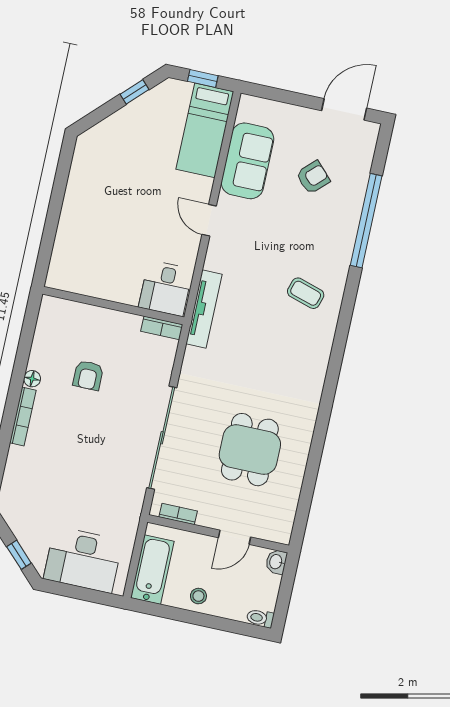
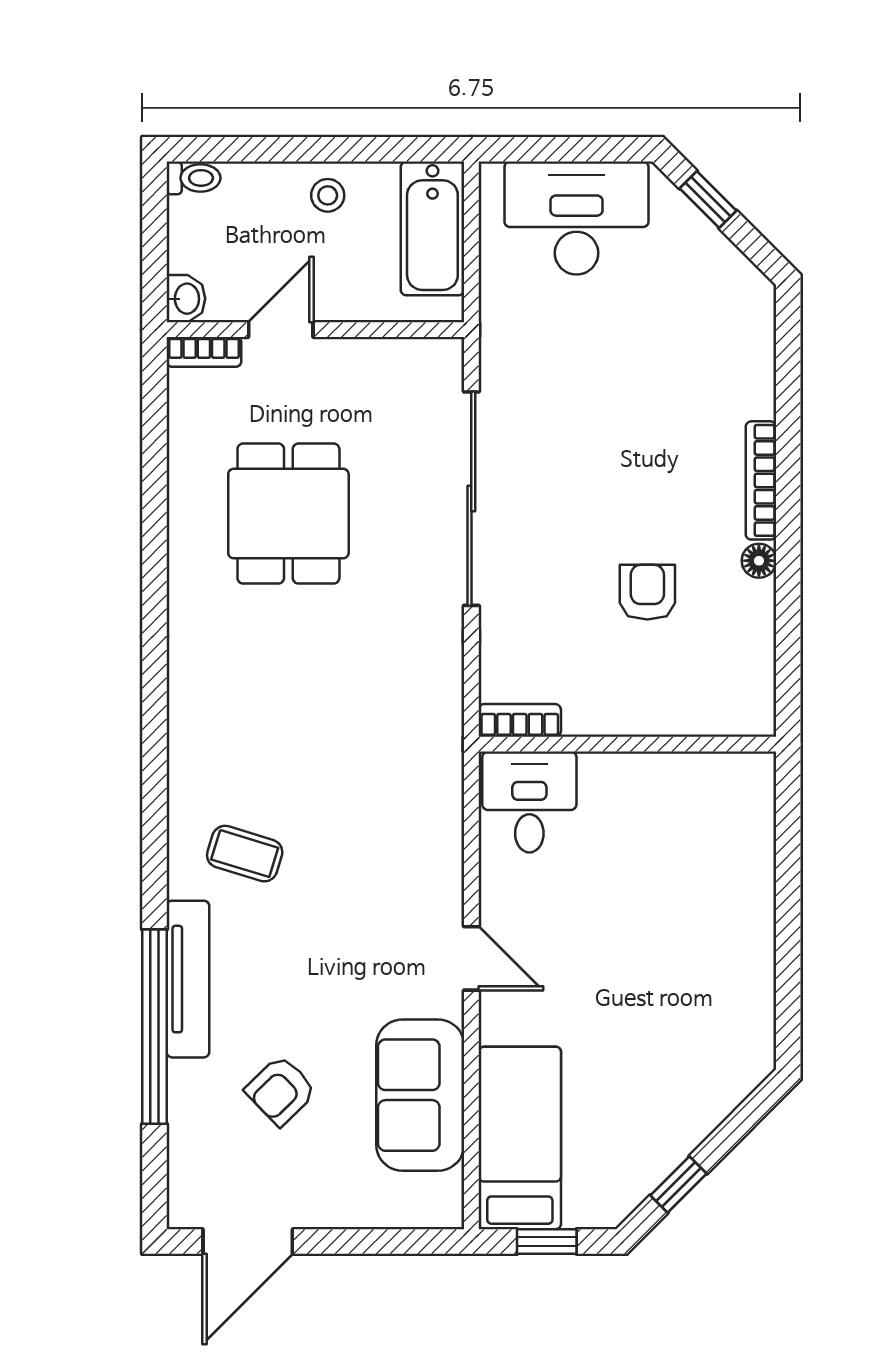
tv unit: (204, 309) -> (188, 979), moved, turned 180
bookcase: (178, 514) -> (204, 352), moved

